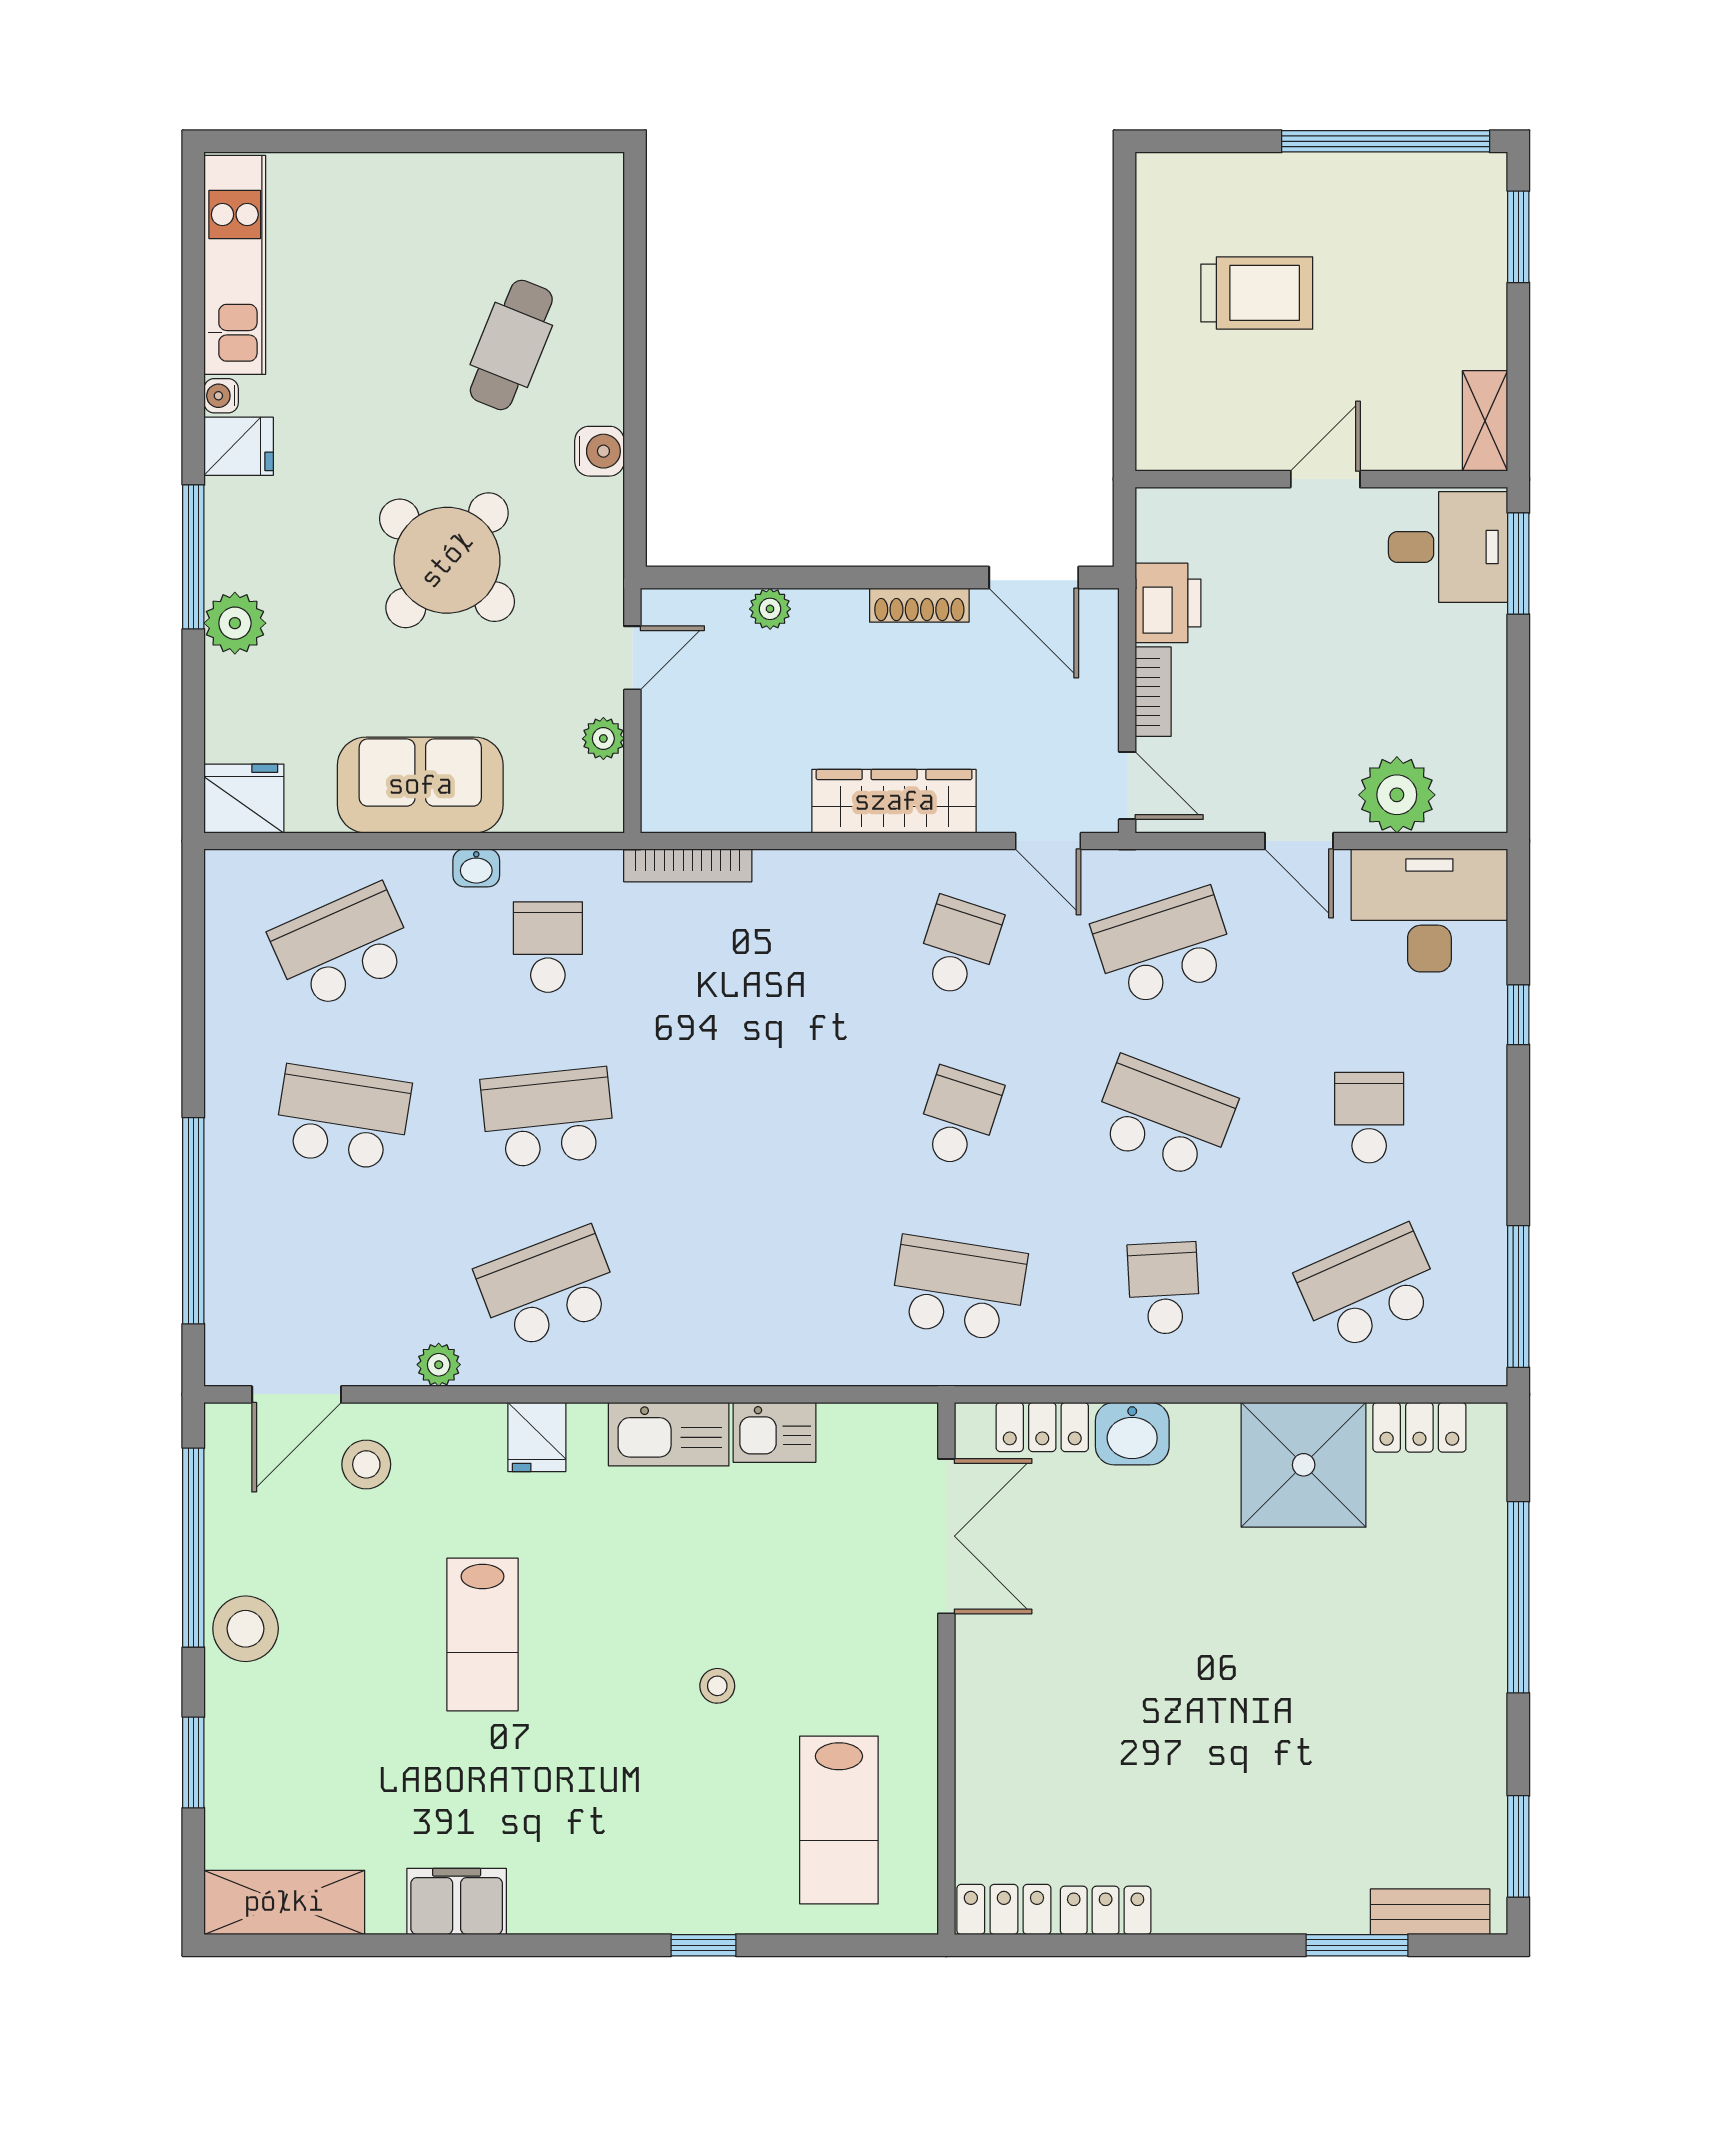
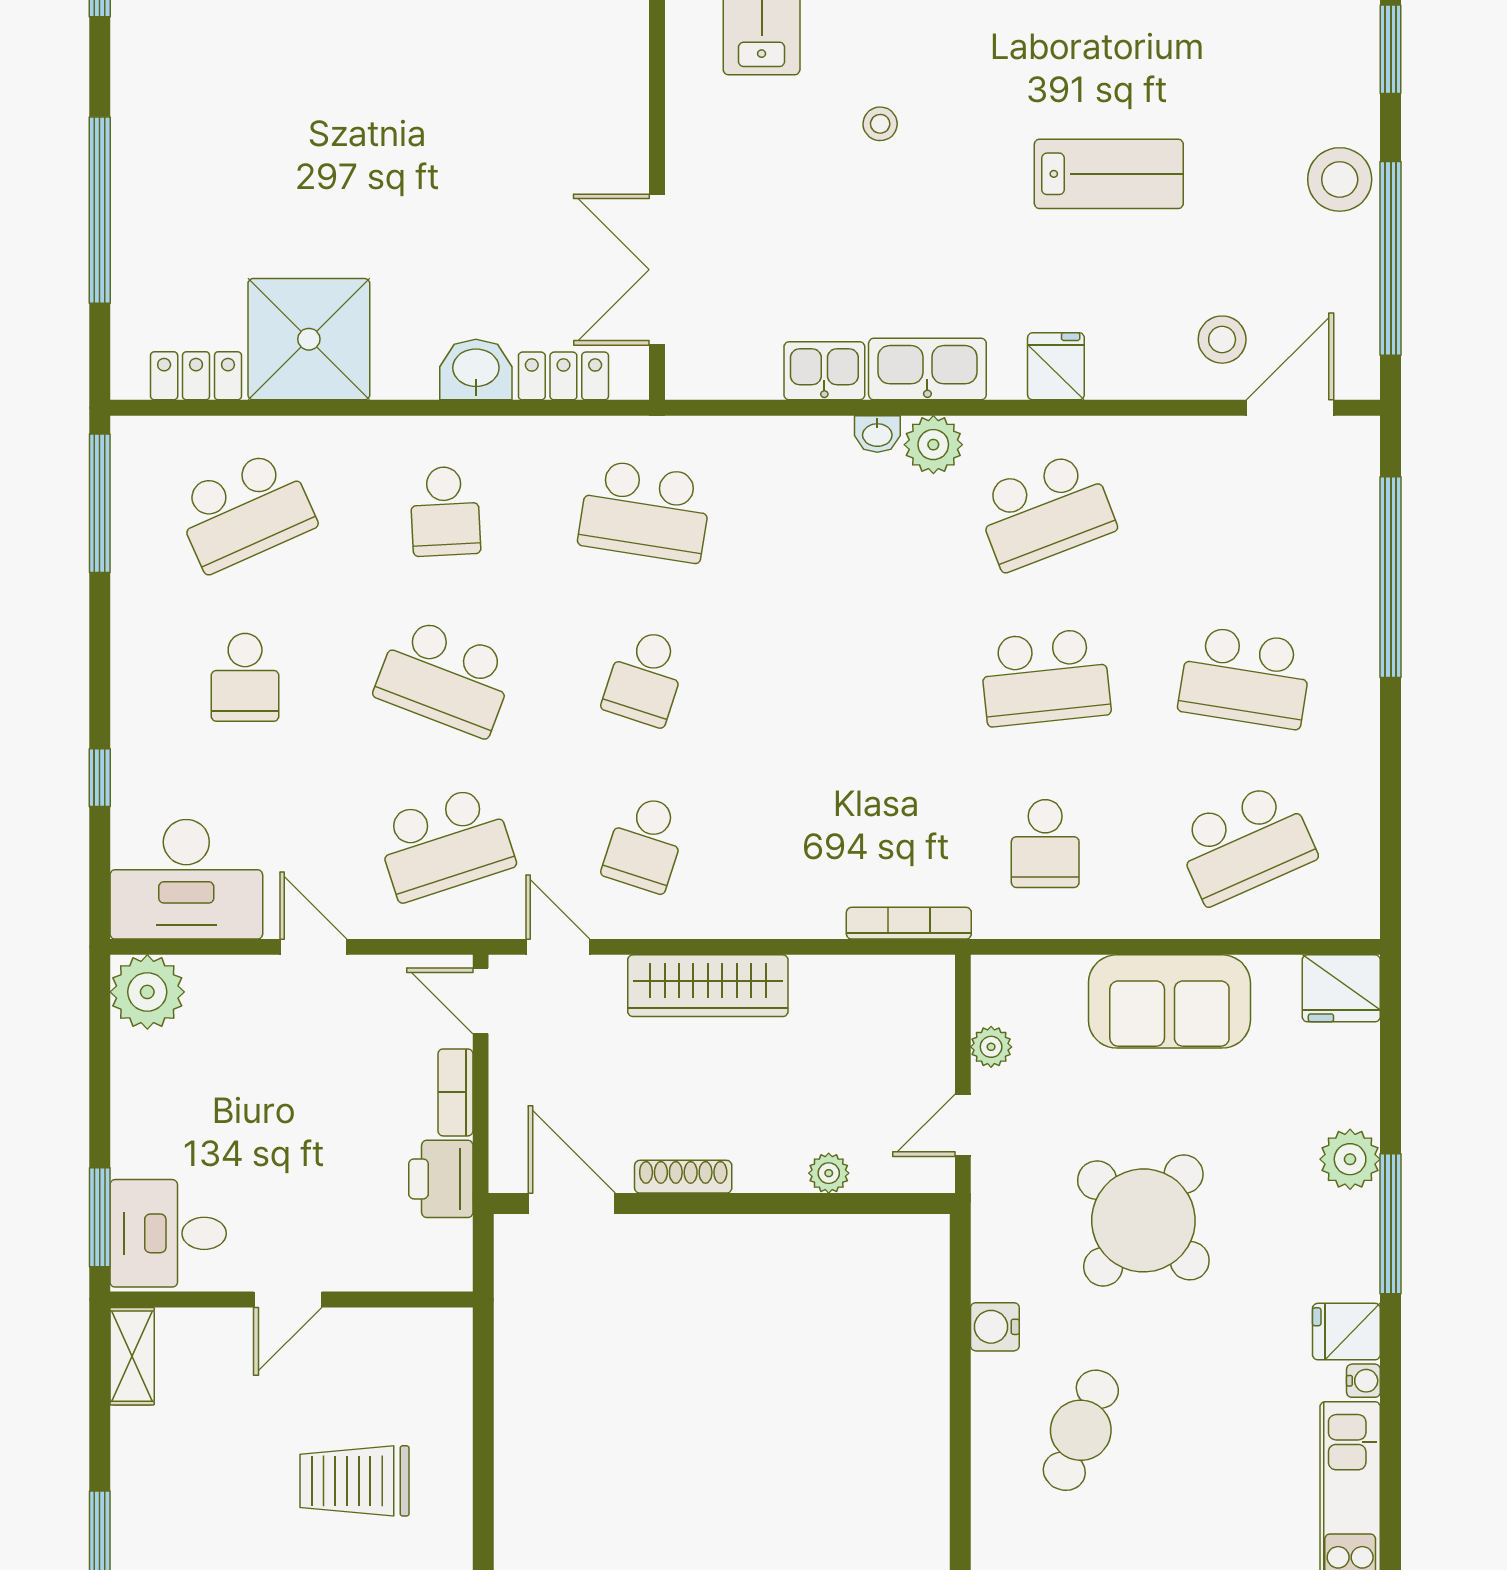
plant: (1397, 795) -> (147, 992), moved
washbasin: (476, 868) -> (877, 434), moved, turned 180
plant: (439, 1365) -> (933, 445), moved, width x1.38, depth x1.38
lab bench: (482, 1635) -> (1109, 174), turned 90

